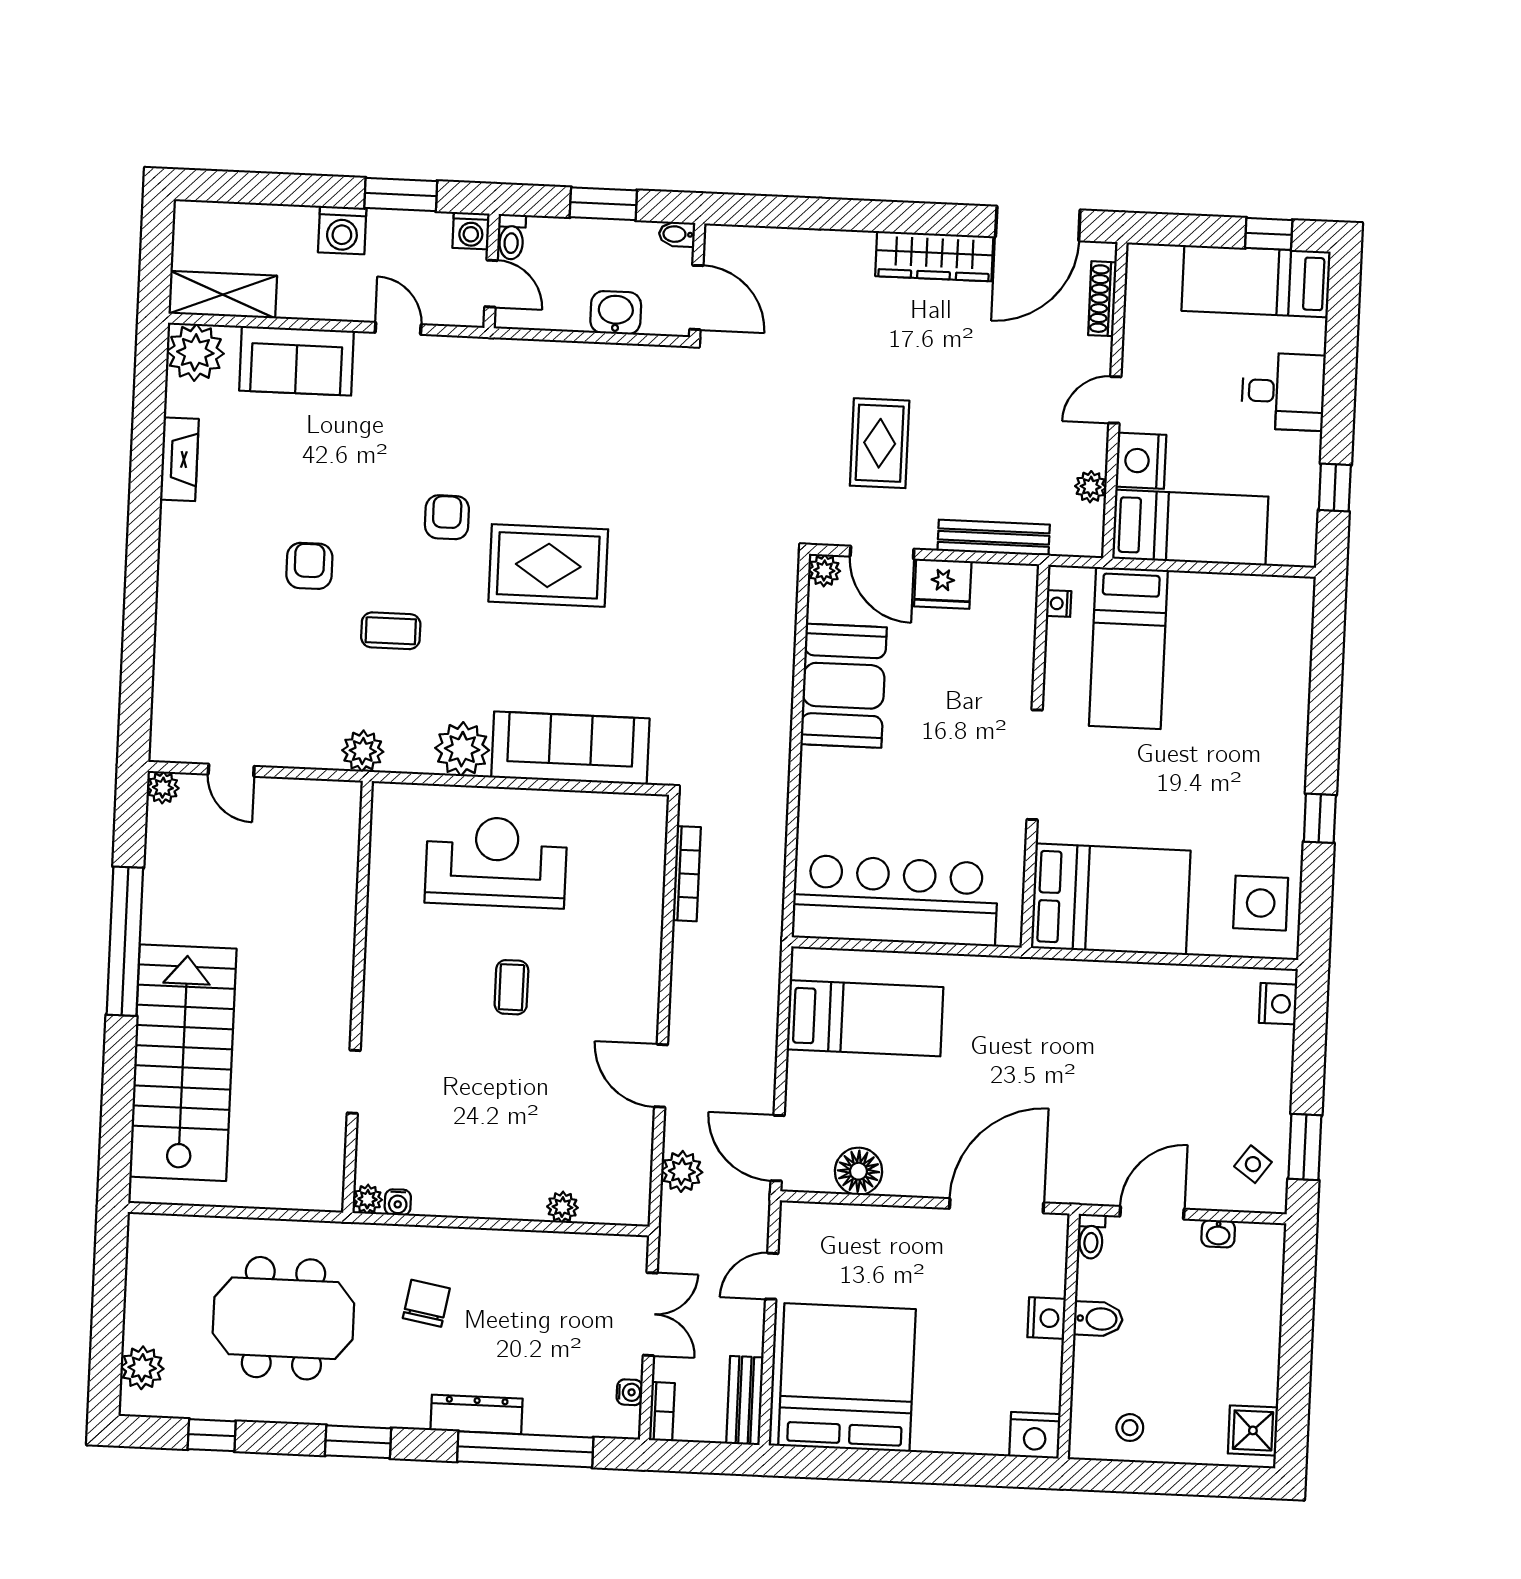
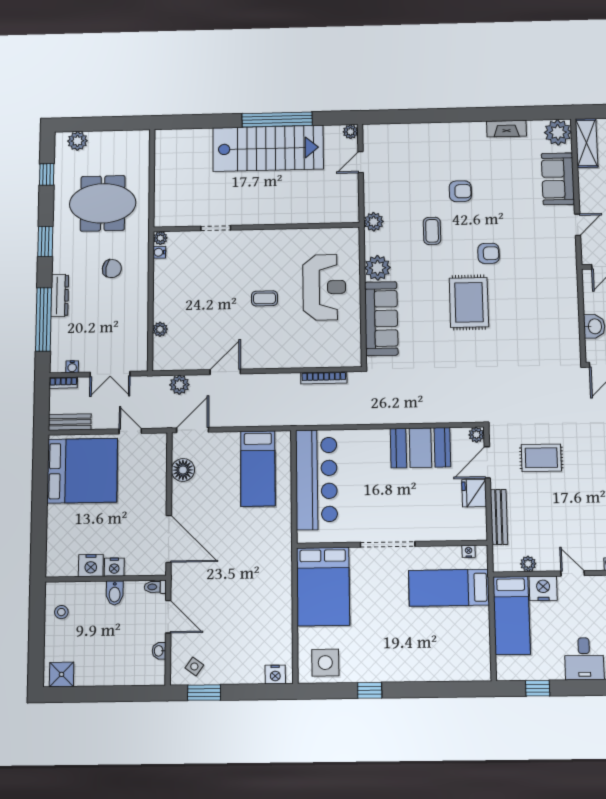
stairs: (183, 1063) -> (268, 148), moved
meeting table: (283, 1318) -> (103, 203), turned 90
nightstand: (1035, 1435) -> (91, 566), moved, turned -90

